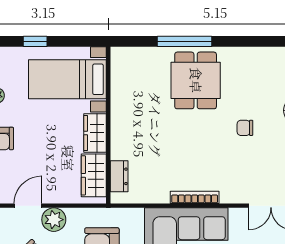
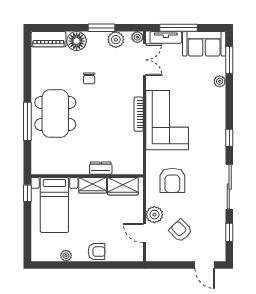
window: (35, 41) -> (27, 193), moved
dining table: (196, 80) -> (55, 114), width x1.37
dresser: (119, 176) -> (101, 168), moved

